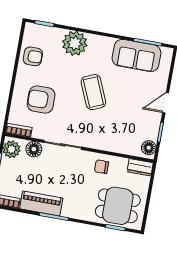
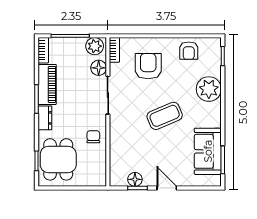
floor lamp: (149, 148) -> (135, 179), moved
dresser: (140, 167) -> (45, 118), moved, turned 180

